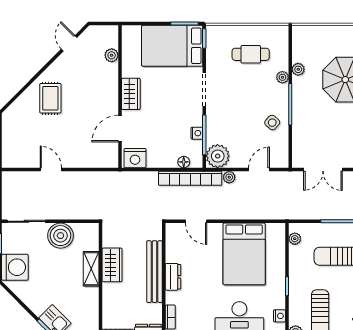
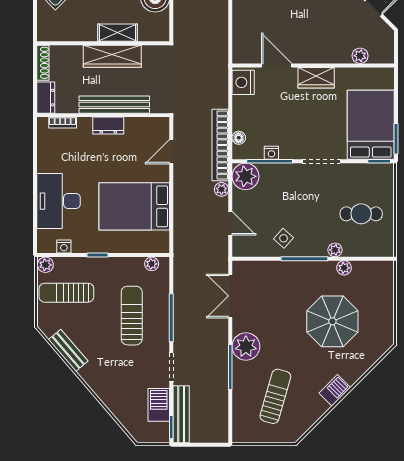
cafe table: (251, 54) -> (361, 214), turned 90
wardrobe: (112, 265) -> (112, 56), width x1.50

